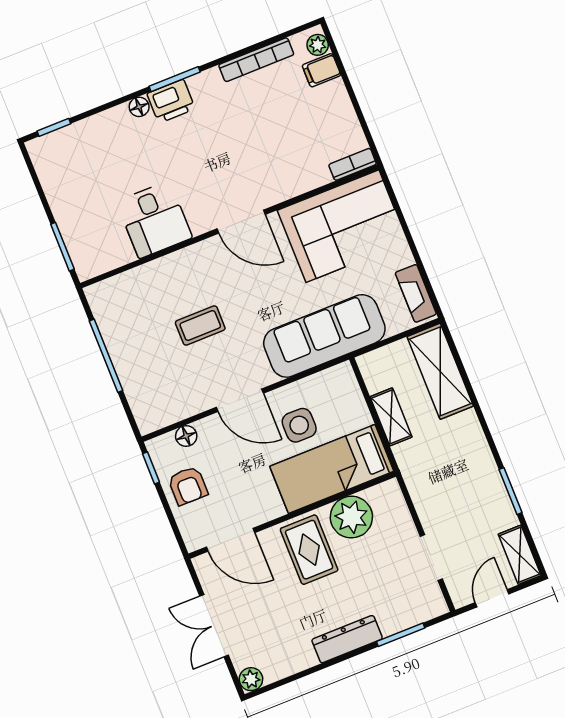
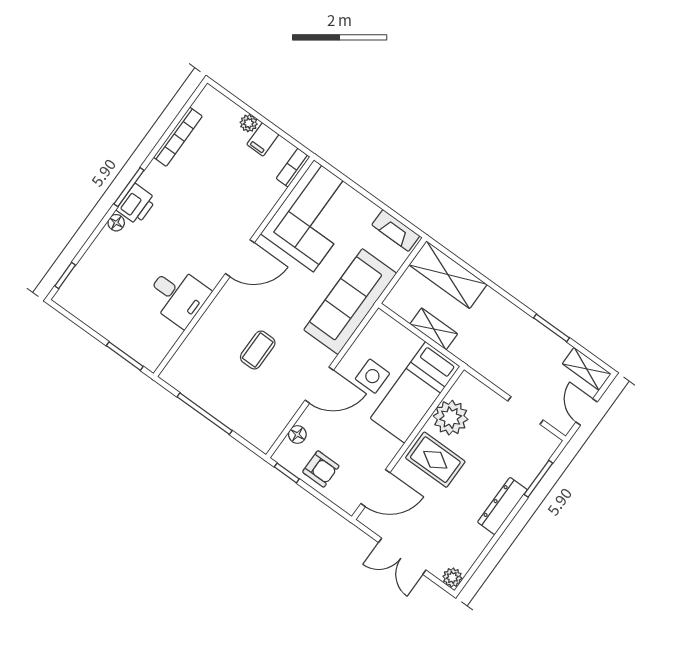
plant: (318, 45) -> (249, 123), moved
filing cabinet: (322, 70) -> (263, 139), moved

